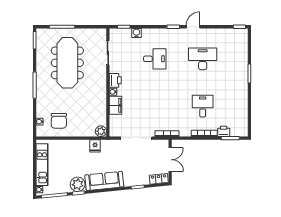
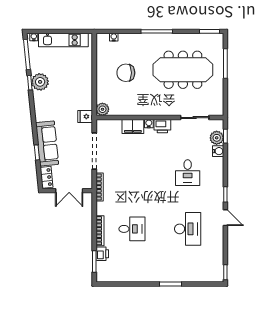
plant: (125, 34) -> (217, 138), added
chair: (59, 121) -> (126, 73), moved
fridge: (95, 146) -> (85, 117), moved
sofa: (104, 181) -> (47, 143), moved

